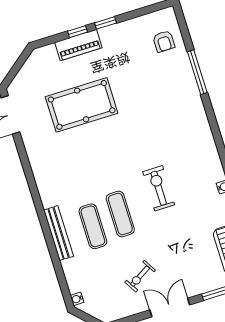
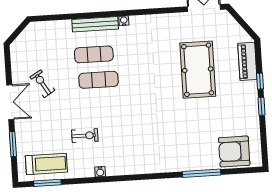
armchair: (164, 41) -> (234, 151), width x1.88, depth x1.88
piano: (78, 45) -> (247, 61), moved
exercise bike: (159, 188) -> (85, 136), moved, width x0.73, depth x0.72
water cooler: (77, 299) -> (124, 21), moved

